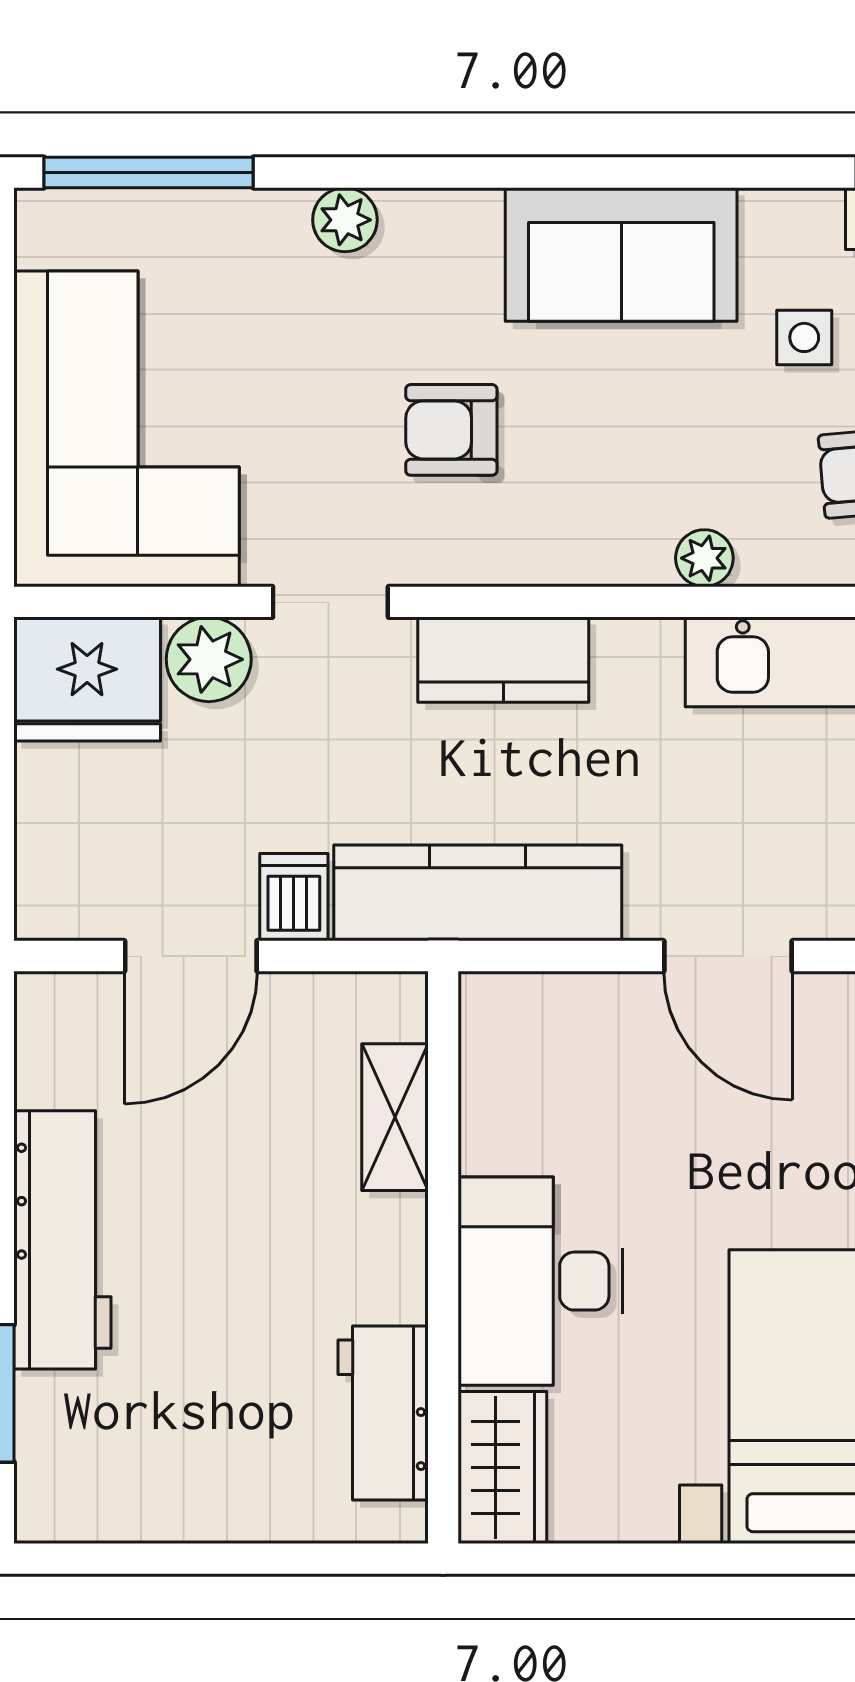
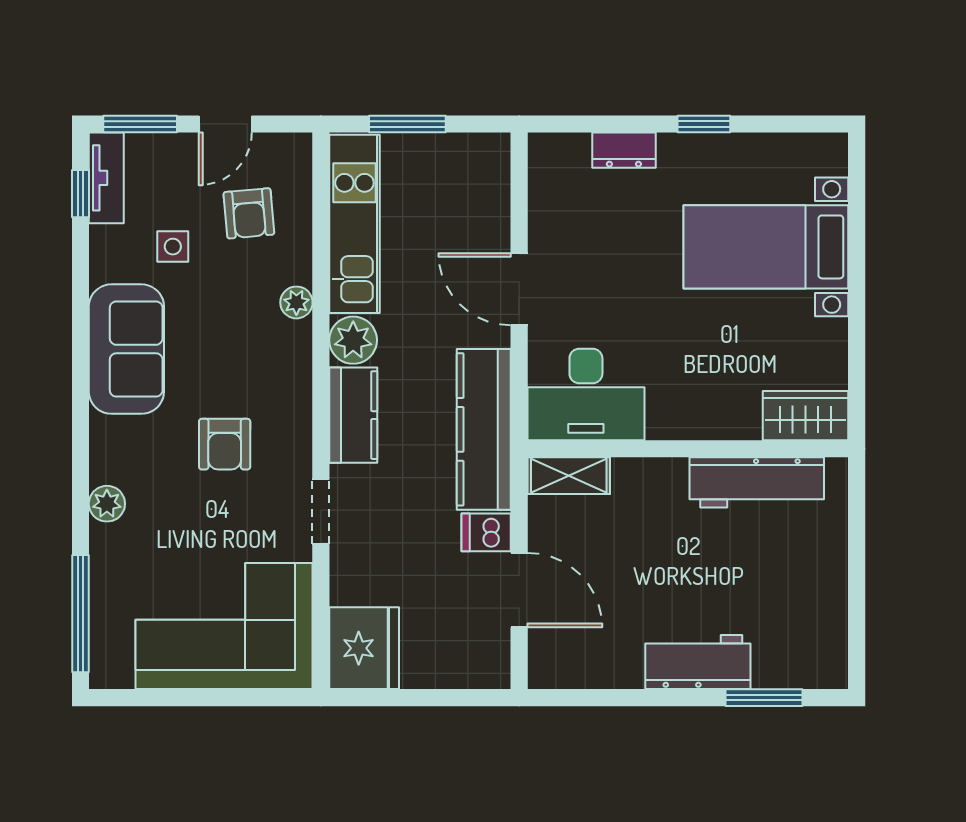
plant: (209, 659) -> (353, 340), moved
door: (728, 956) -> (519, 289), swing flipped
shelving: (395, 1117) -> (569, 476), moved
workbench: (62, 1240) -> (698, 662), width x0.73
desk: (540, 1281) -> (586, 394), moved
workbench: (383, 1413) -> (757, 482), width x1.38

